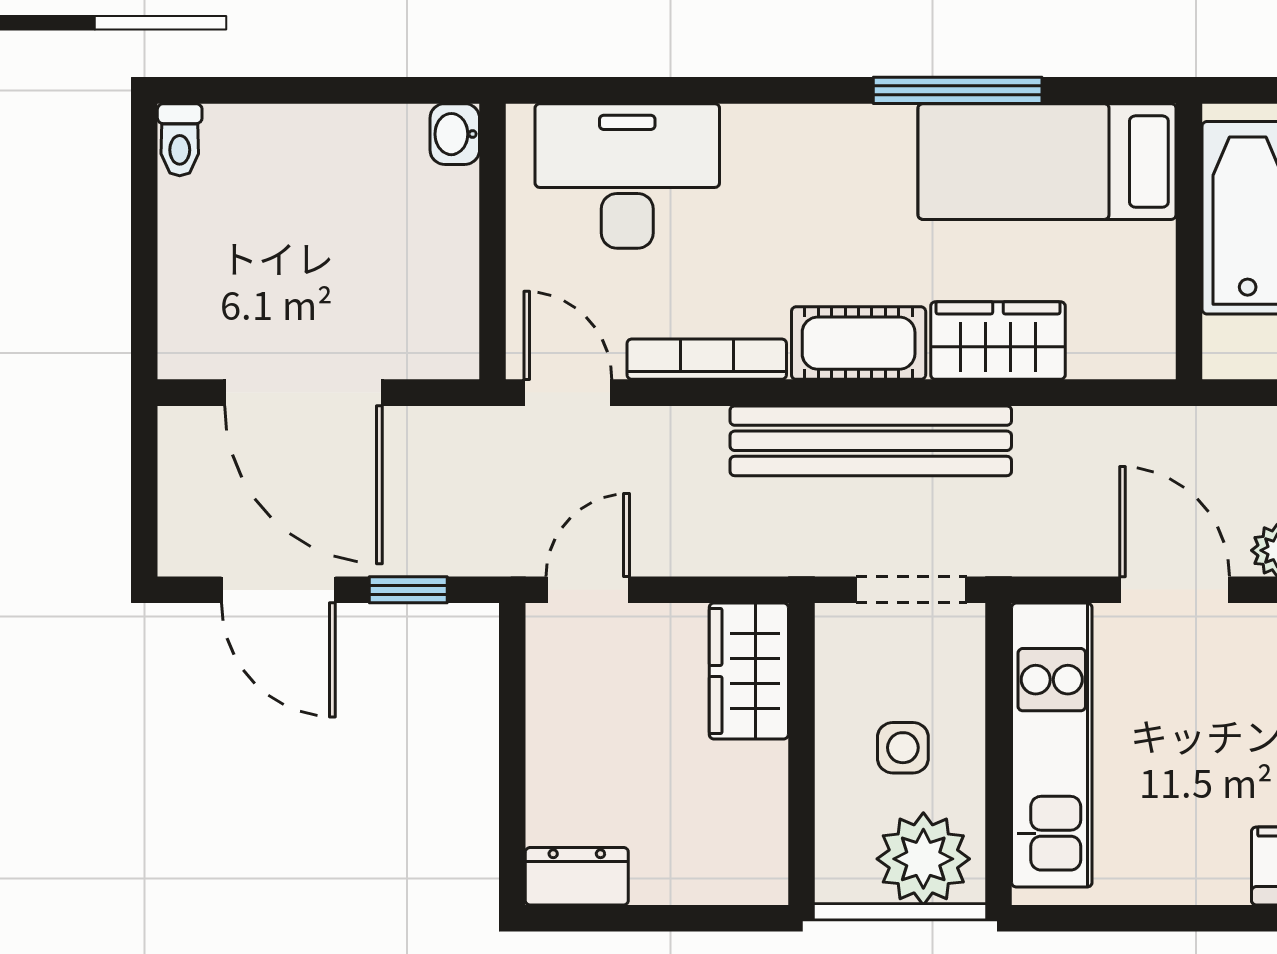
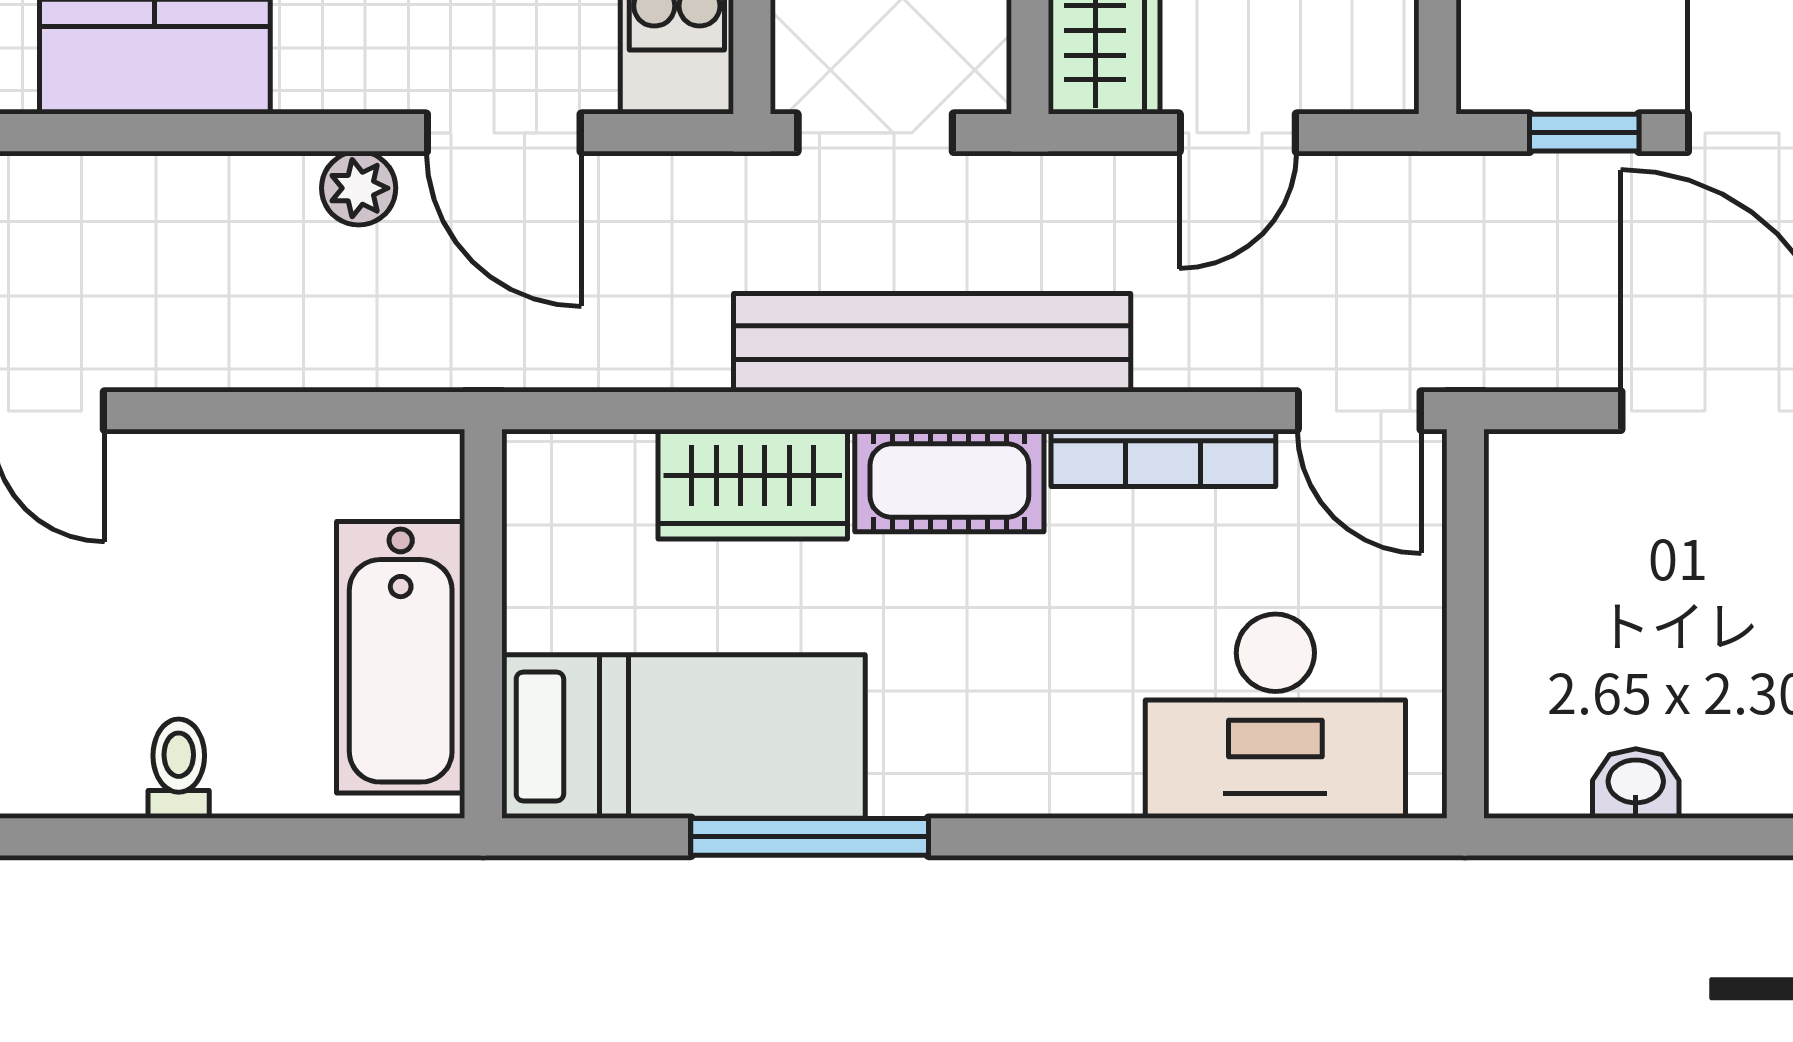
washbasin: (455, 134) -> (1636, 783), moved, turned -90
door: (588, 590) -> (1238, 133), moved

